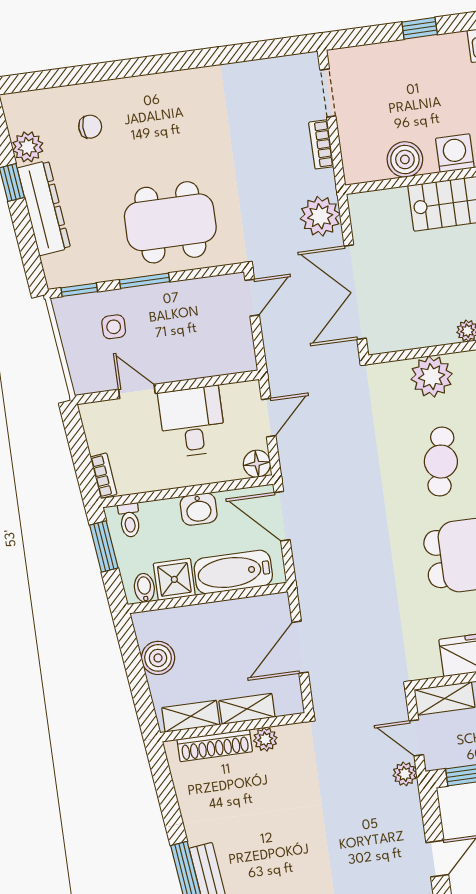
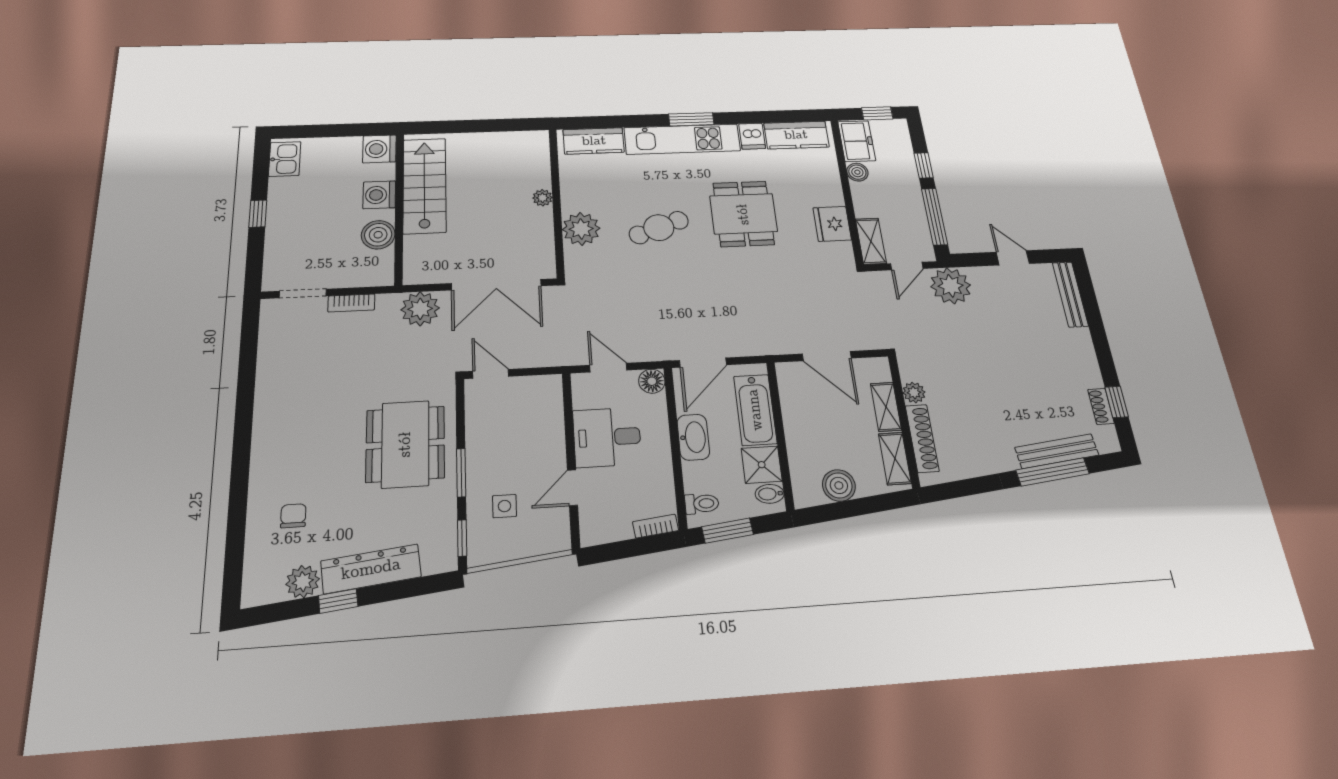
cafe table: (441, 462) -> (659, 228), turned -31
washbasin: (199, 509) -> (693, 437), width x1.38
plant: (405, 774) -> (951, 286), width x1.87, depth x1.87

